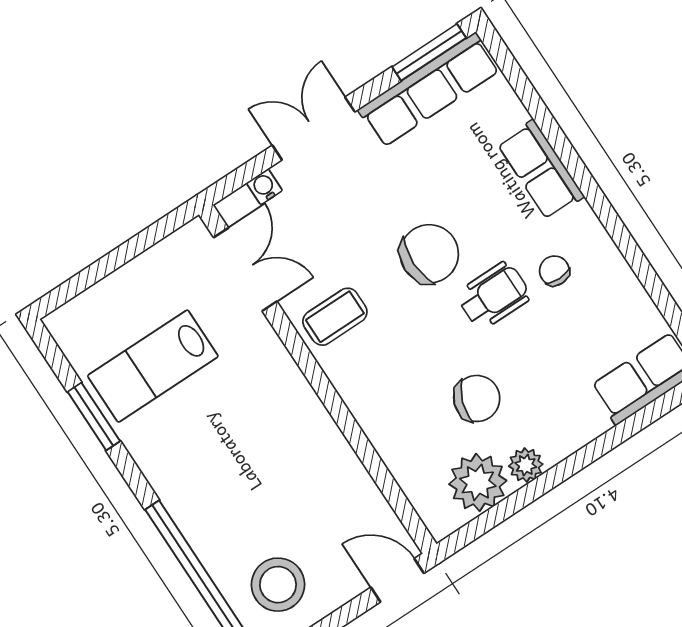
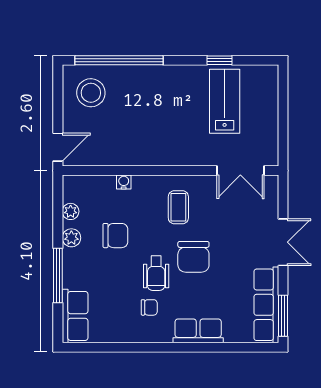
water cooler: (264, 187) -> (124, 182), moved, turned -90
coffee table: (335, 317) -> (178, 207), moved
chair: (477, 398) -> (115, 236), turned -109
window: (94, 416) -> (219, 60), width x0.67
window: (599, 447) -> (58, 275), added
plant: (478, 482) -> (71, 211), width x0.53, depth x0.53

